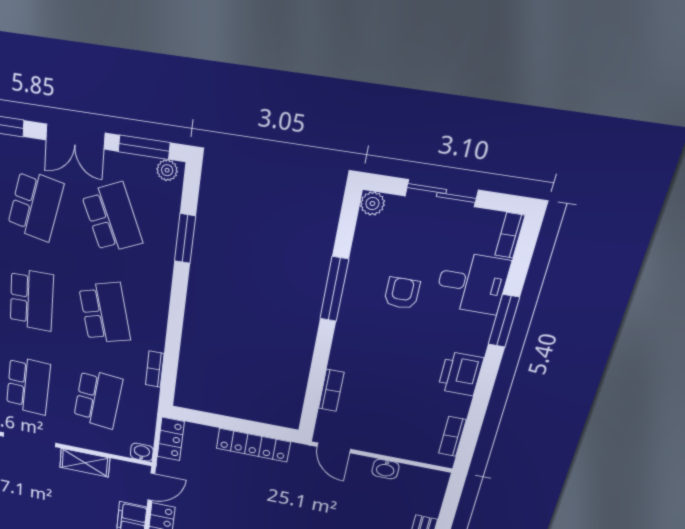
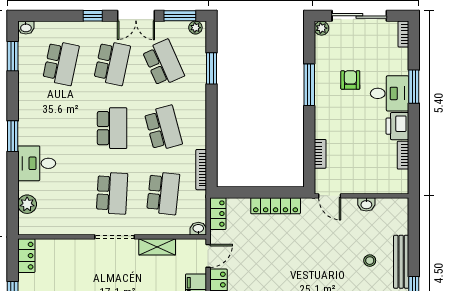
sliding door: (441, 193) -> (359, 16), width x1.37
desk: (472, 283) -> (390, 93), moved
bookcase: (155, 369) -> (201, 170), width x1.56
bookcase: (452, 437) -> (403, 155), moved

